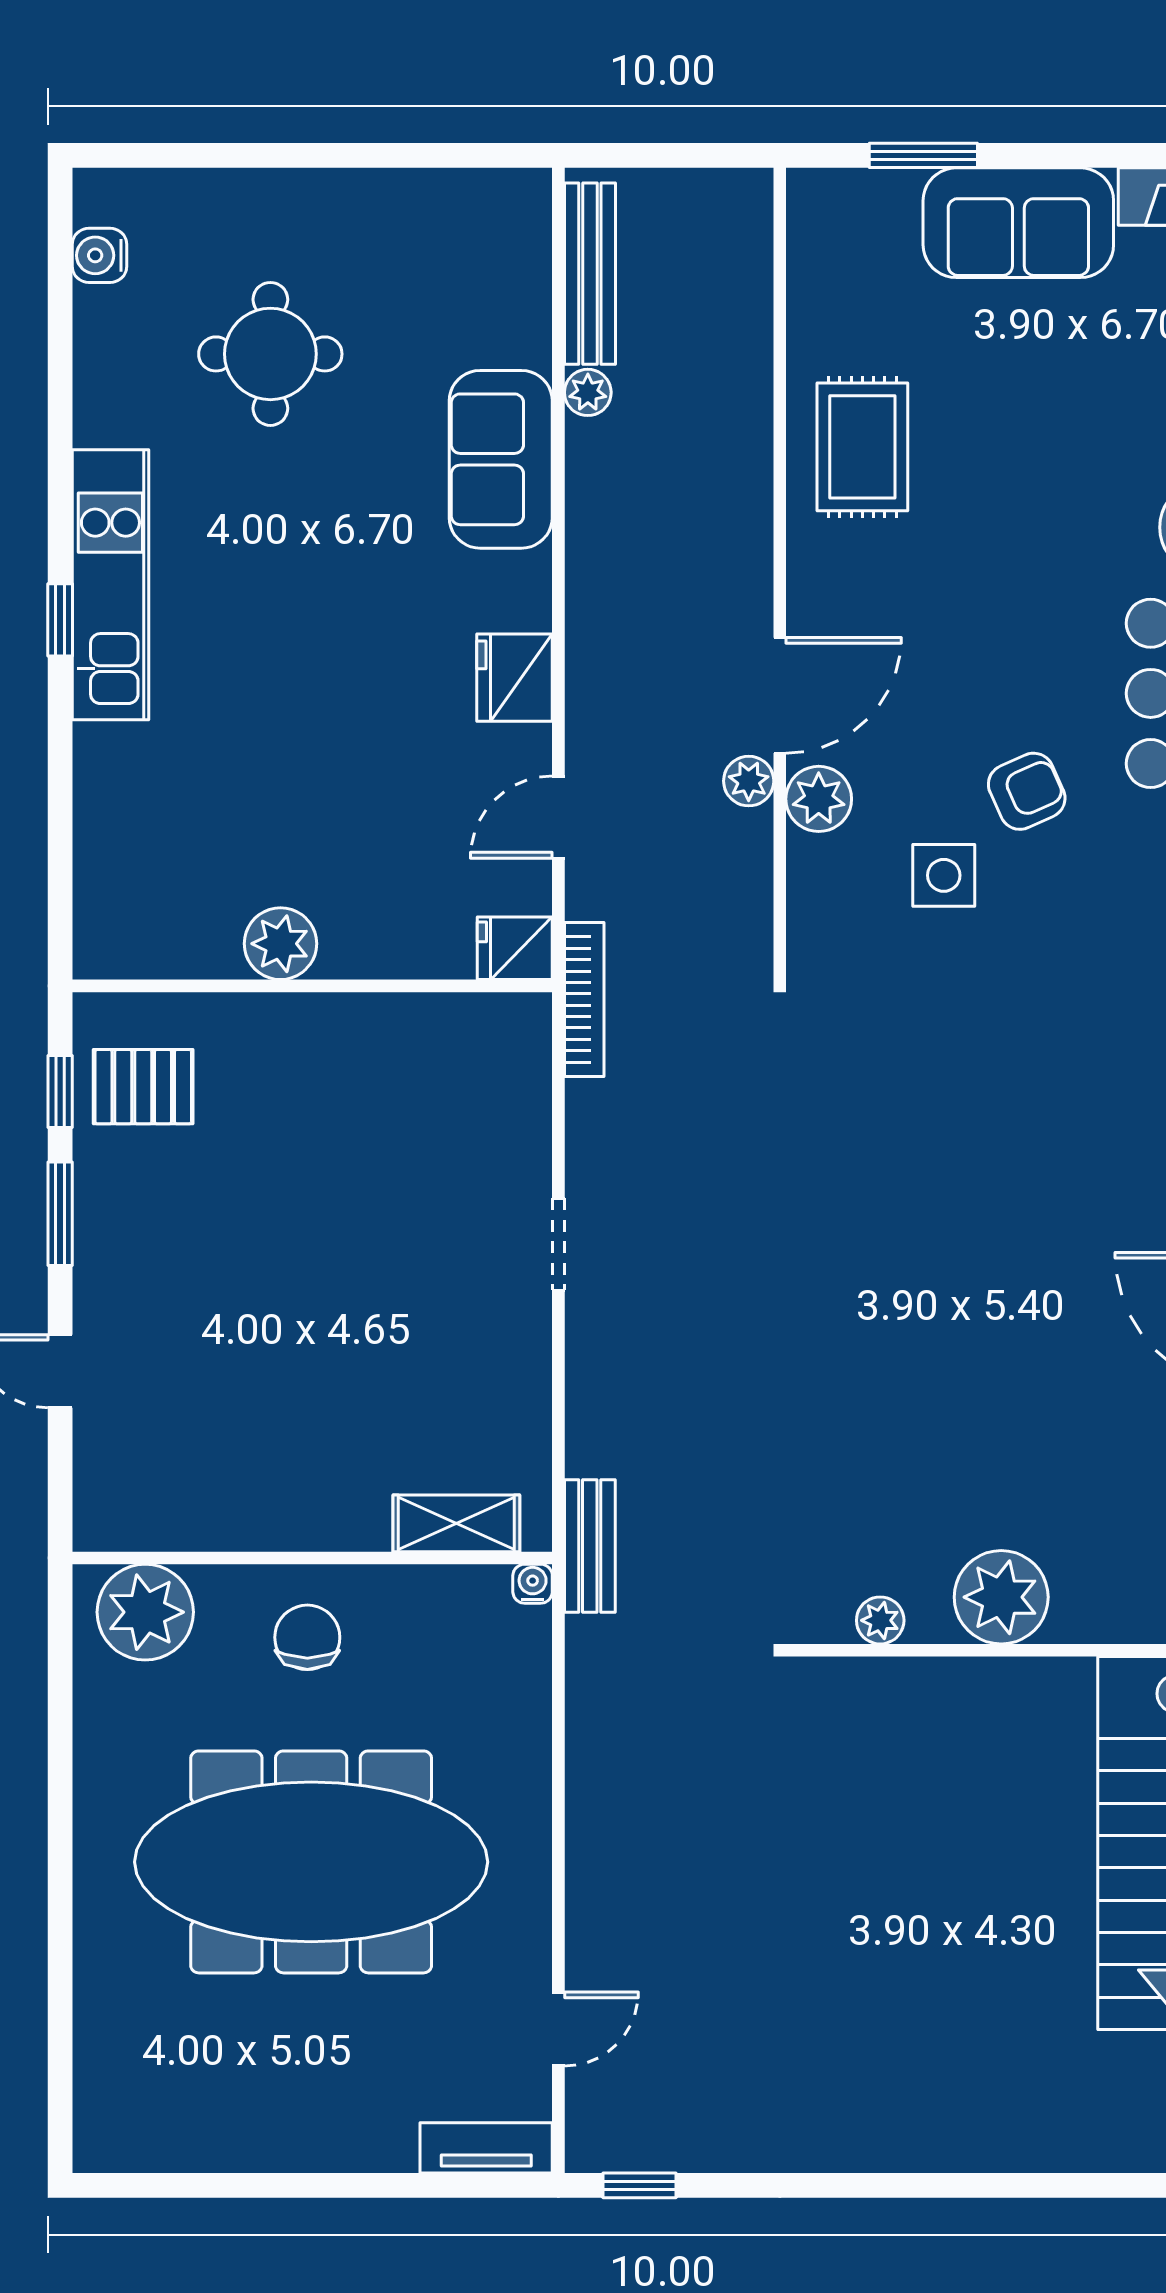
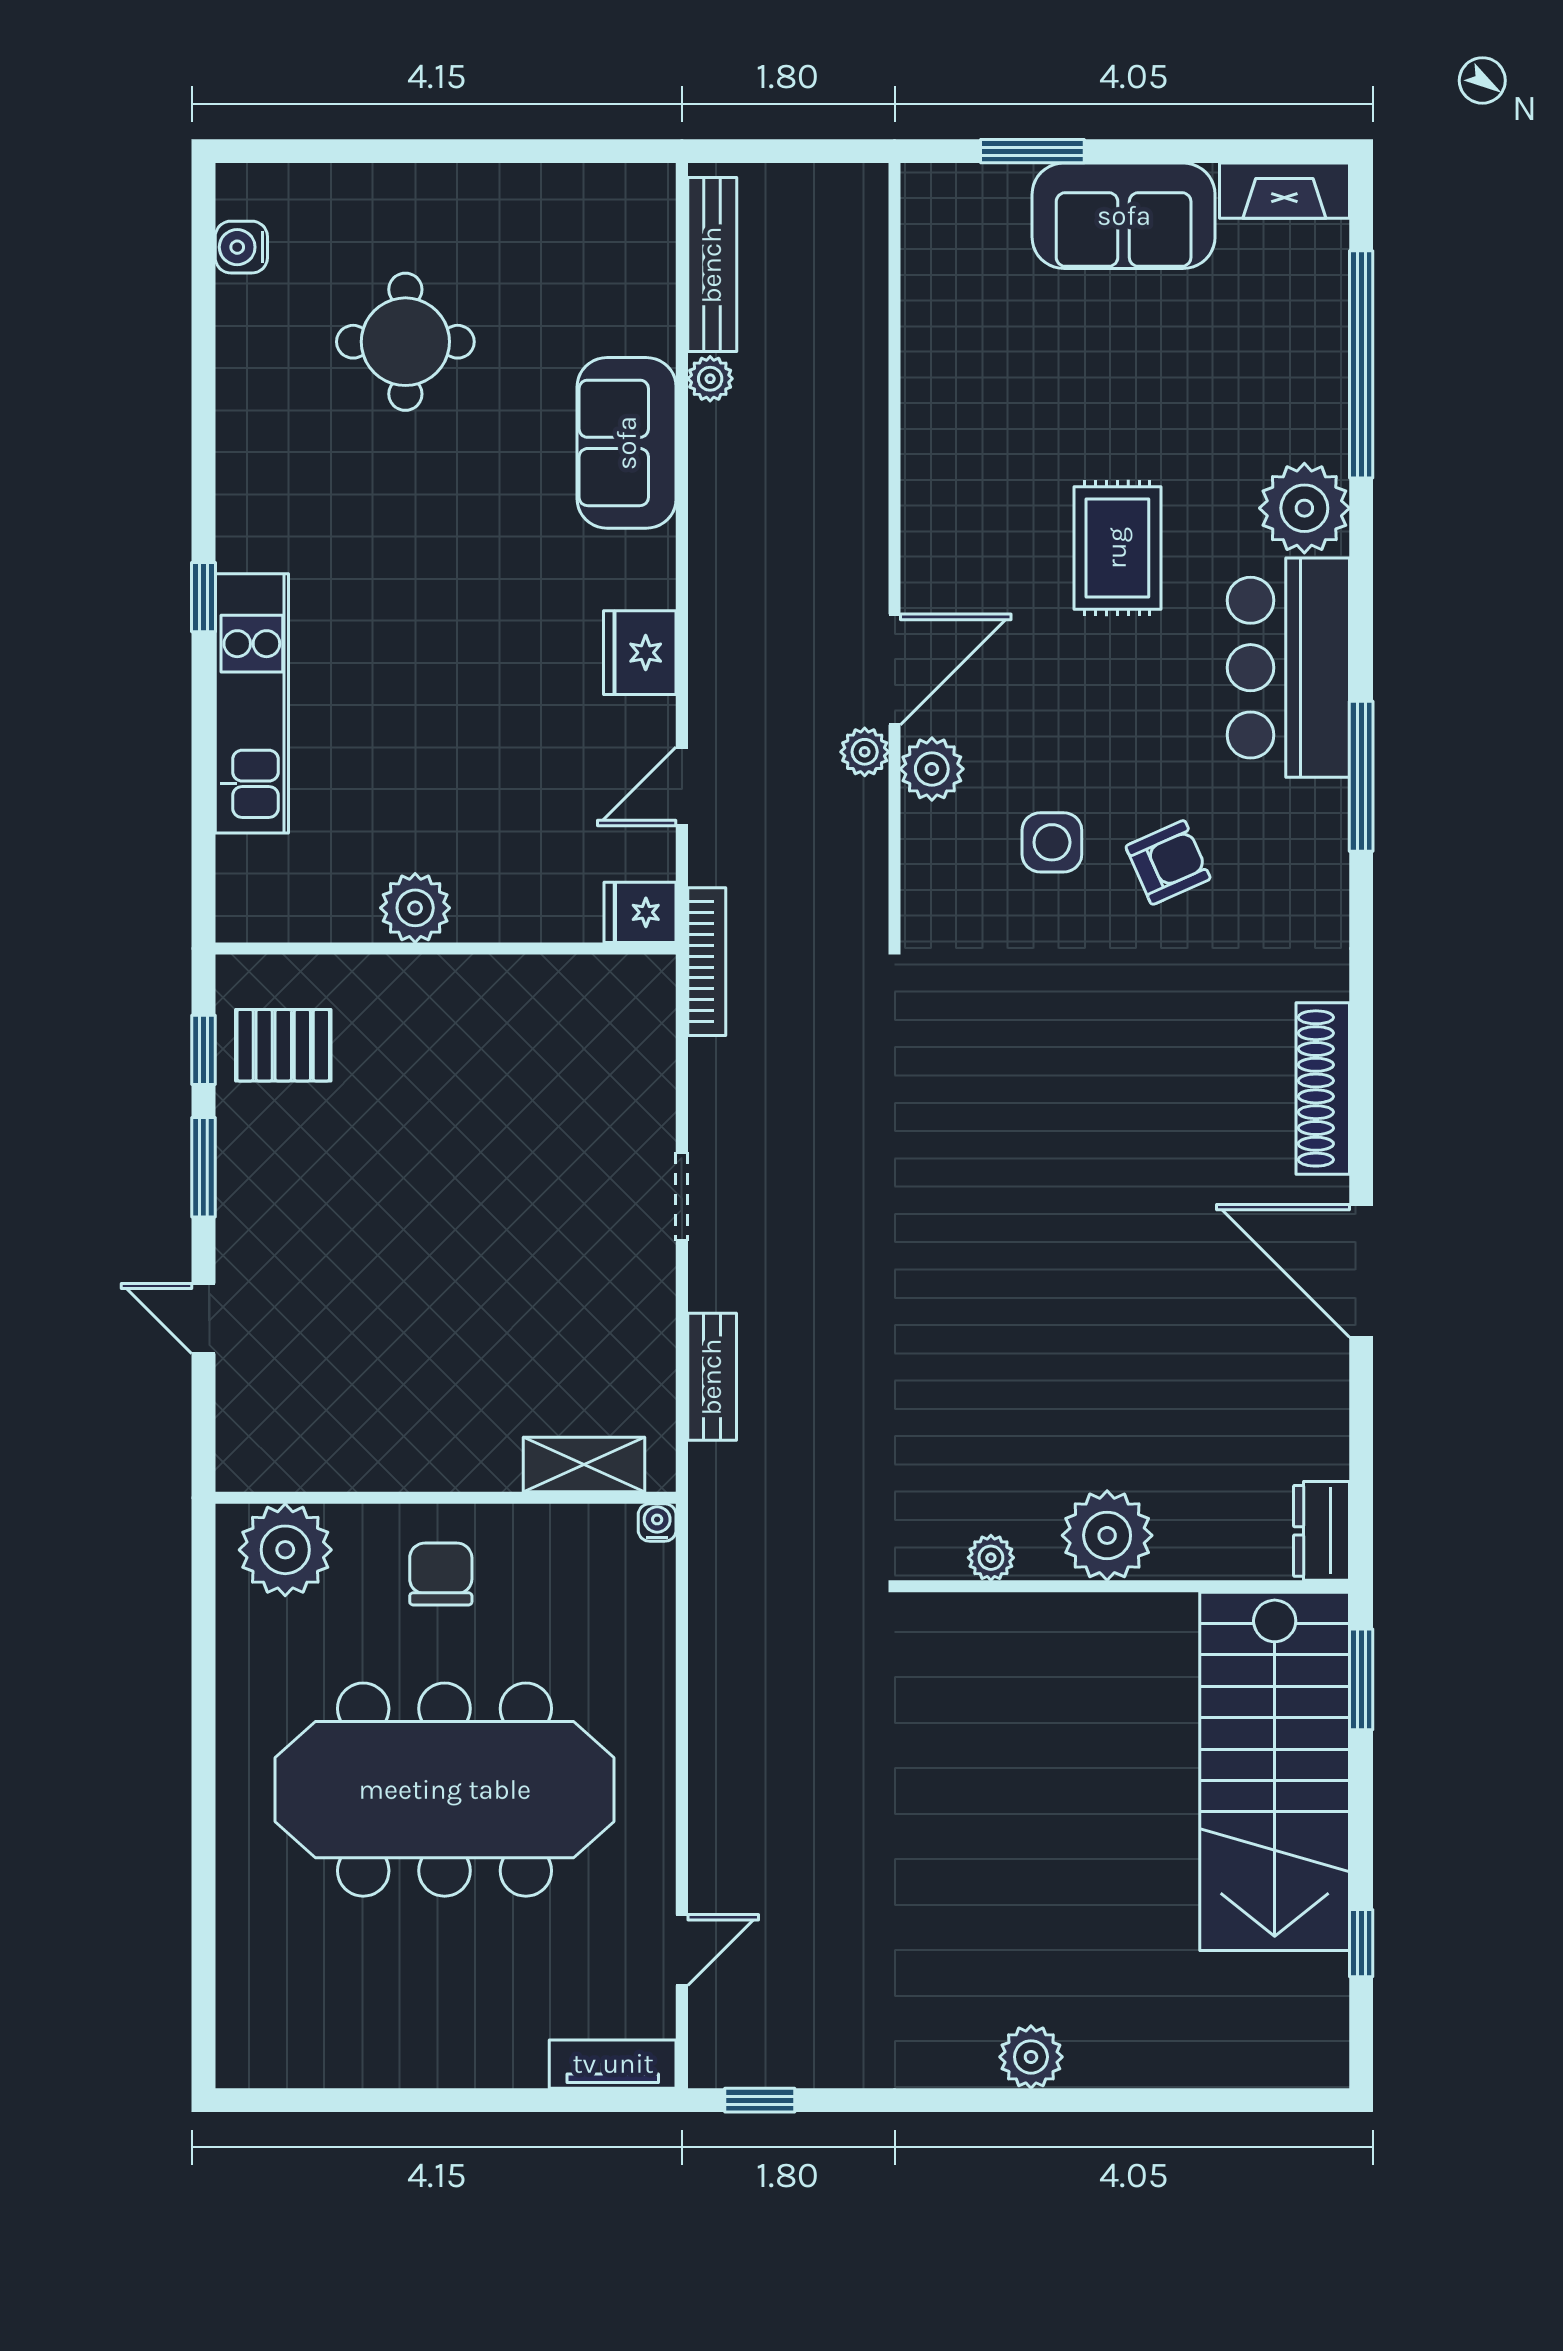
rug: (862, 447) -> (1117, 548), moved
kitchen unit: (110, 585) -> (252, 703), moved
armchair: (1027, 791) -> (1168, 862), moved
bench: (590, 1546) -> (712, 1377), moved
plant: (922, 2140) -> (1031, 2057), added

